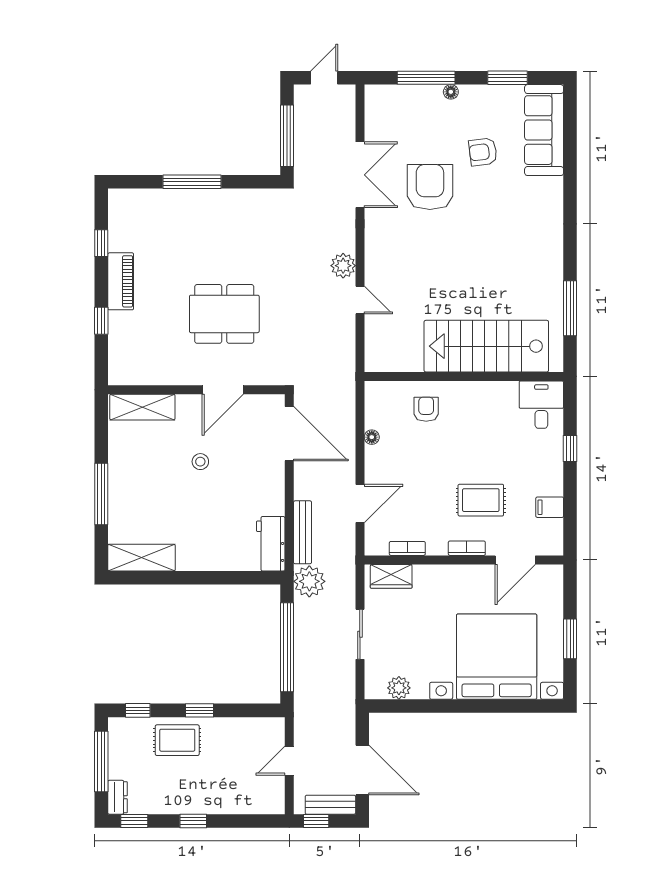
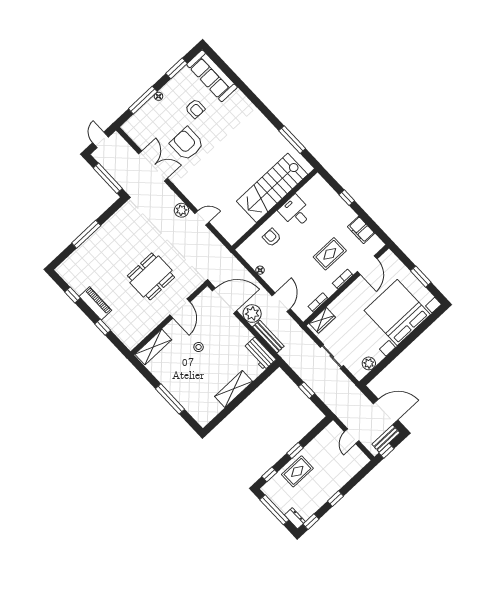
armchair: (483, 152) -> (195, 109), turned -83
desk: (541, 405) -> (295, 212), moved
filing cabinet: (550, 507) -> (361, 230), width x2.00
shelving: (141, 558) -> (234, 389), moved
plant: (309, 581) -> (252, 314), moved
window: (287, 647) -> (307, 390), width x0.32

